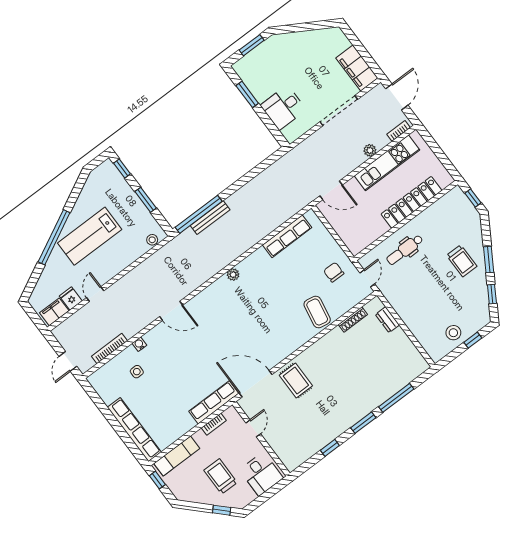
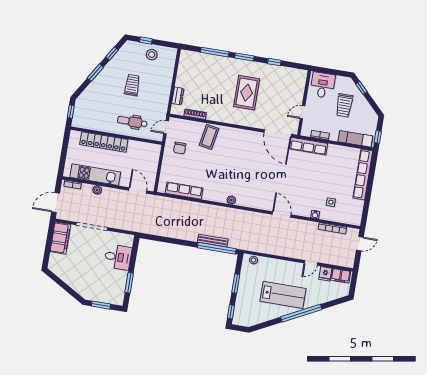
dental chair: (405, 250) -> (132, 122), turned 180
trolley: (462, 261) -> (132, 85), moved
rug: (296, 381) -> (247, 93), moved, width x1.36, depth x1.43

